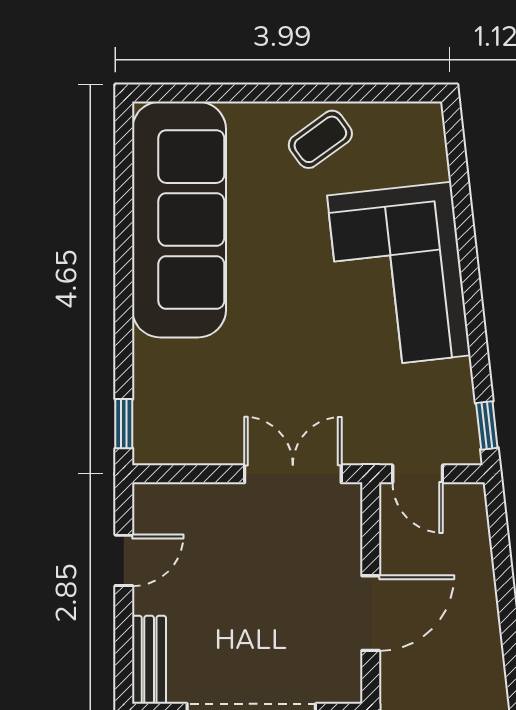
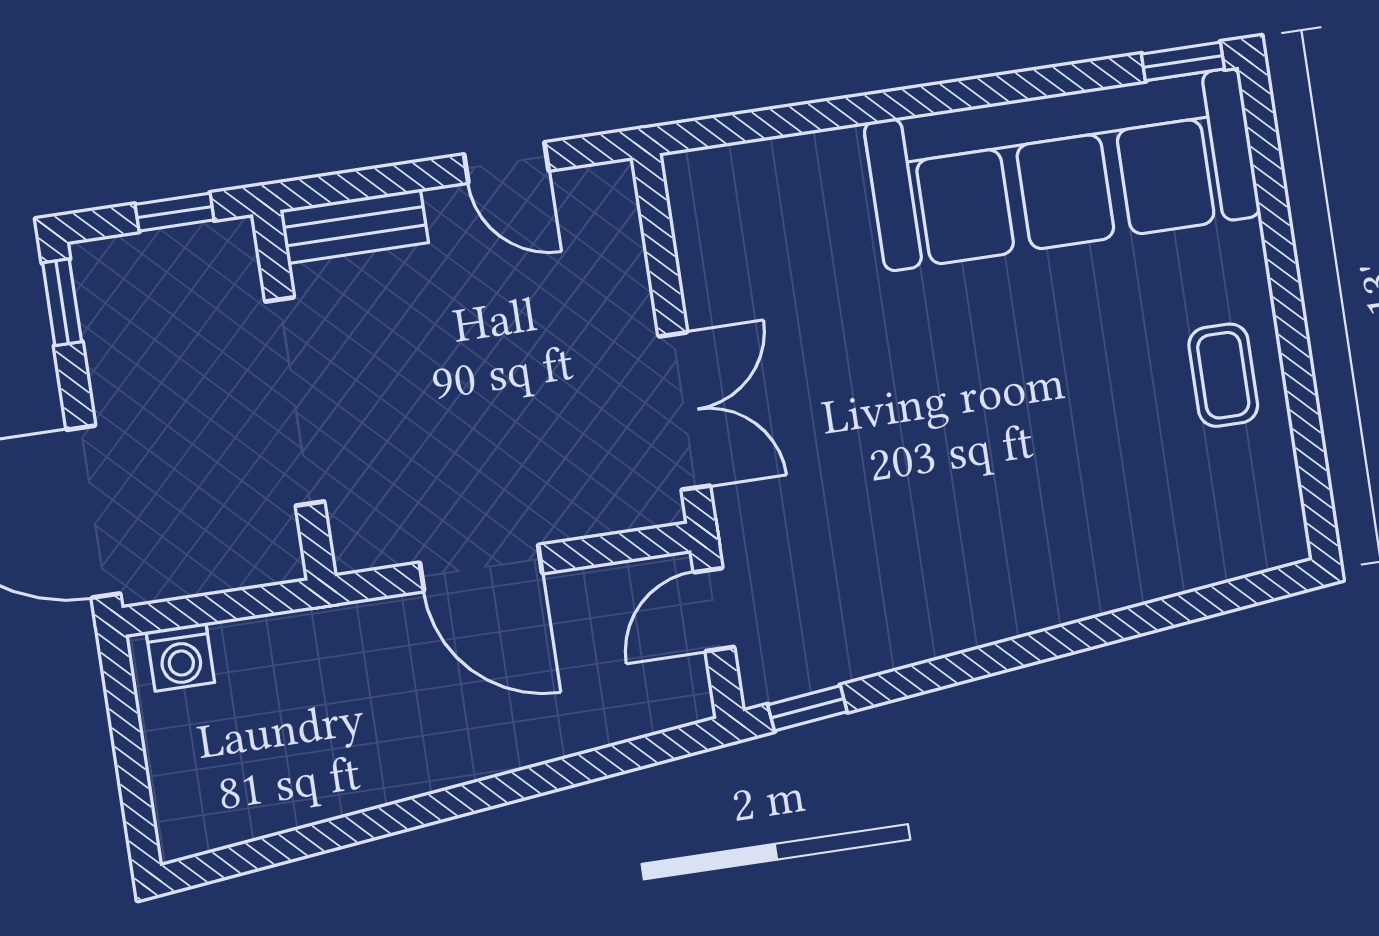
coffee table: (320, 139) -> (1223, 375), turned 36
corner sofa: (399, 275) -> (1025, 532), removed
window: (124, 424) -> (1183, 61), moved

